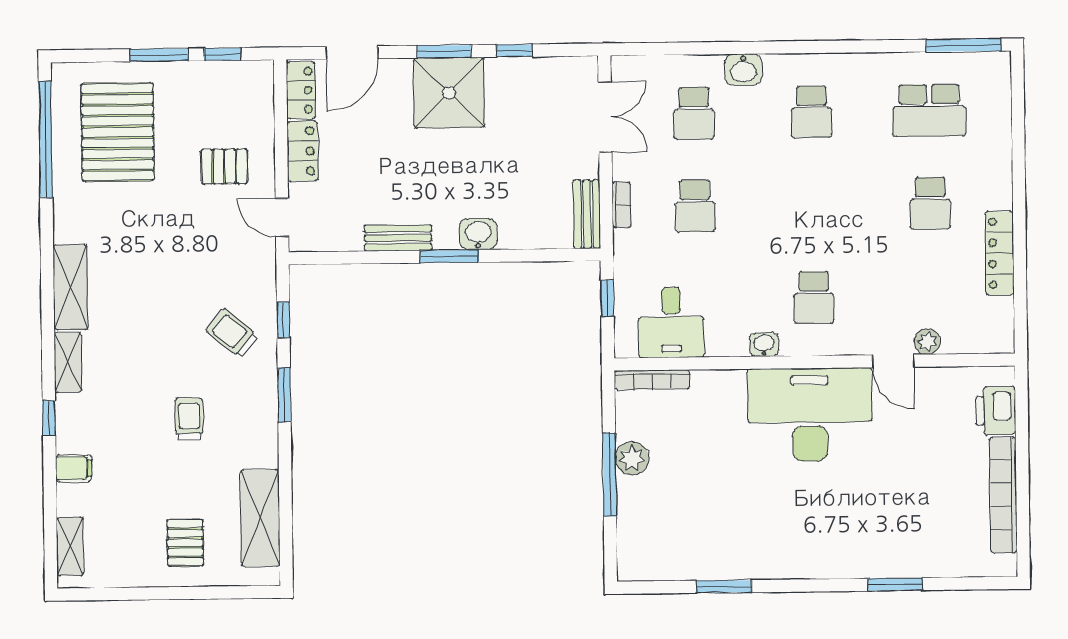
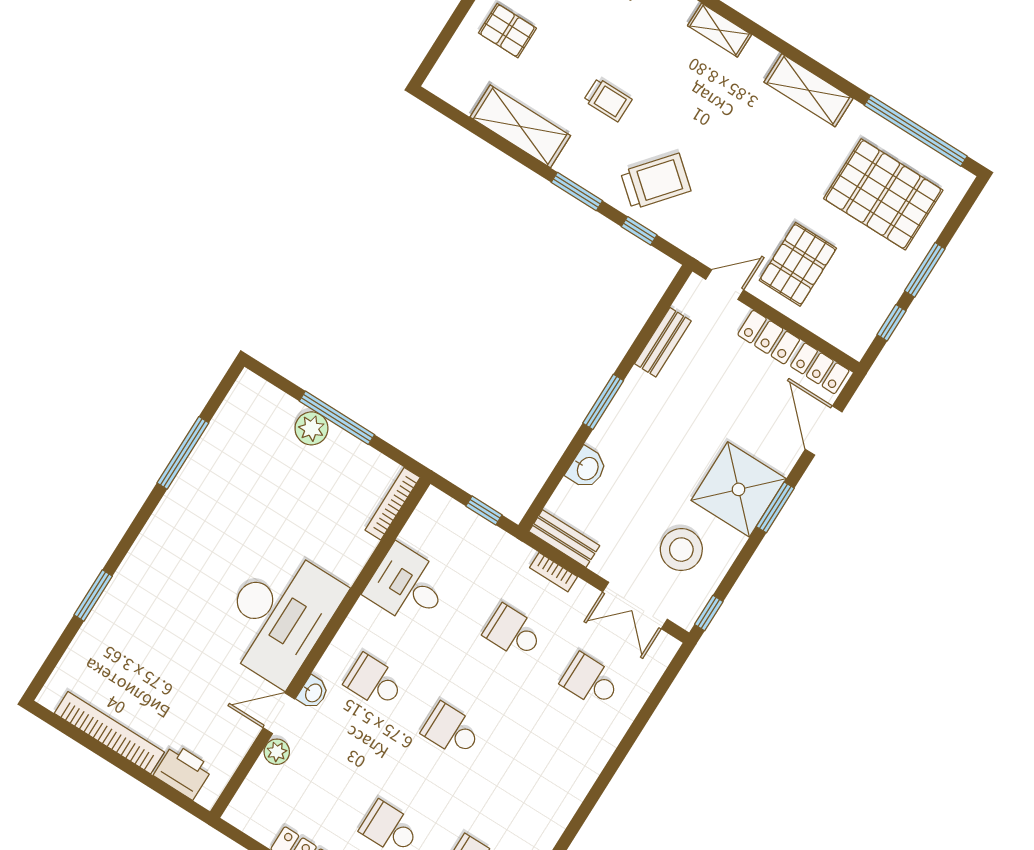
window: (514, 51) -> (709, 613), moved
washbasin: (743, 70) -> (600, 745), removed
stool: (532, 108) -> (681, 550), added
school desk: (811, 112) -> (451, 730), moved
pallet: (224, 166) -> (798, 264), width x1.50, depth x1.42
washbasin: (478, 234) -> (587, 468), moved
bench: (398, 238) -> (663, 342), moved
shelving: (71, 287) -> (808, 90), moved
desk: (671, 322) -> (407, 586), moved
trolley: (232, 333) -> (656, 181), width x1.36, depth x1.39
washbasin: (764, 345) -> (313, 693), moved
plant: (632, 458) -> (311, 428), moved
shelving: (260, 518) -> (520, 126), moved
window: (724, 586) -> (183, 453), width x1.44

